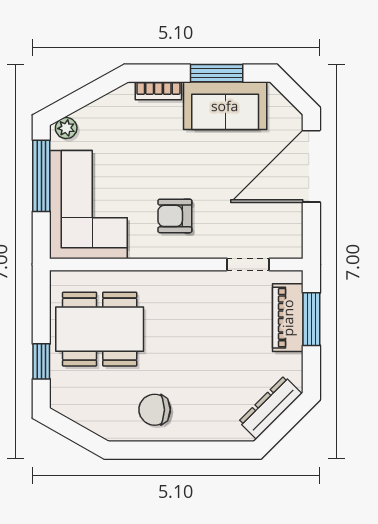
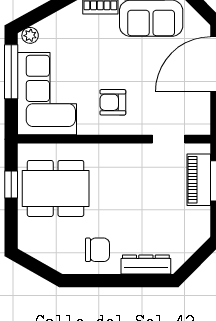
window: (41, 361) -> (11, 185), moved
dresser: (270, 407) -> (146, 265), moved, turned 45
chair: (155, 410) -> (97, 250), turned 180

